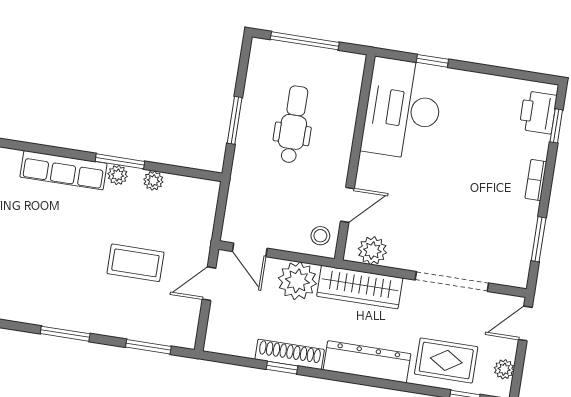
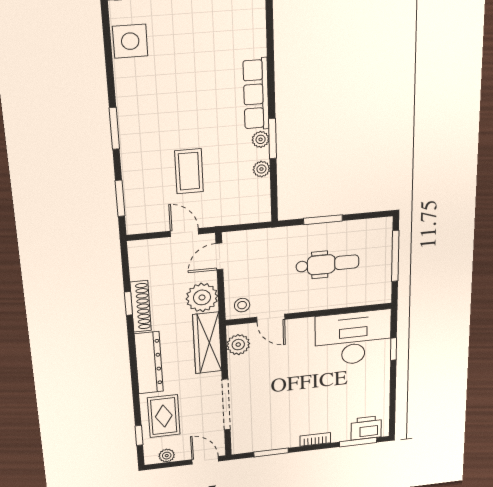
window: (556, 126) -> (358, 442), width x1.50

